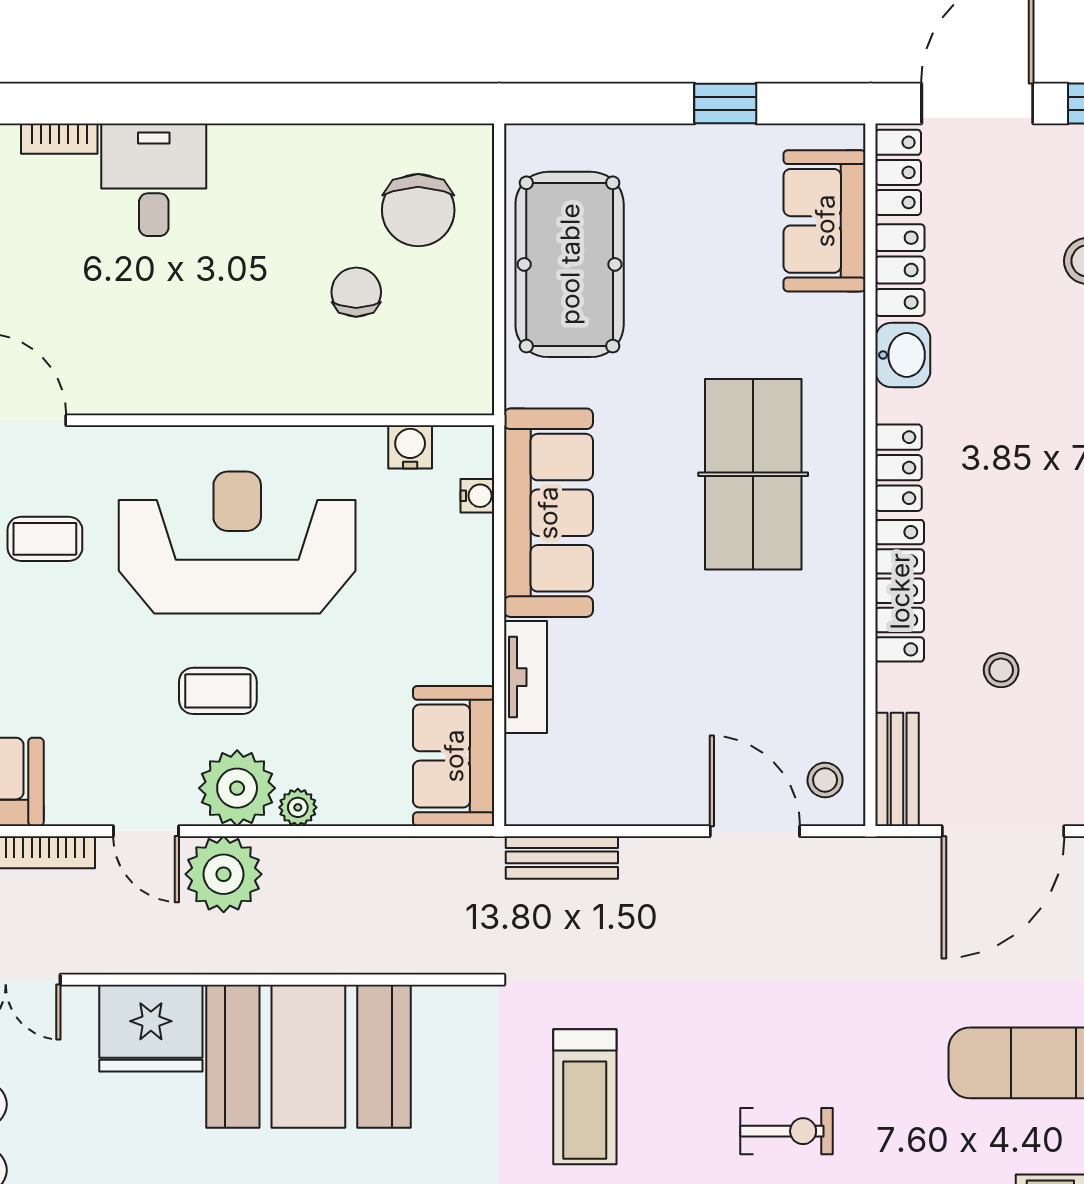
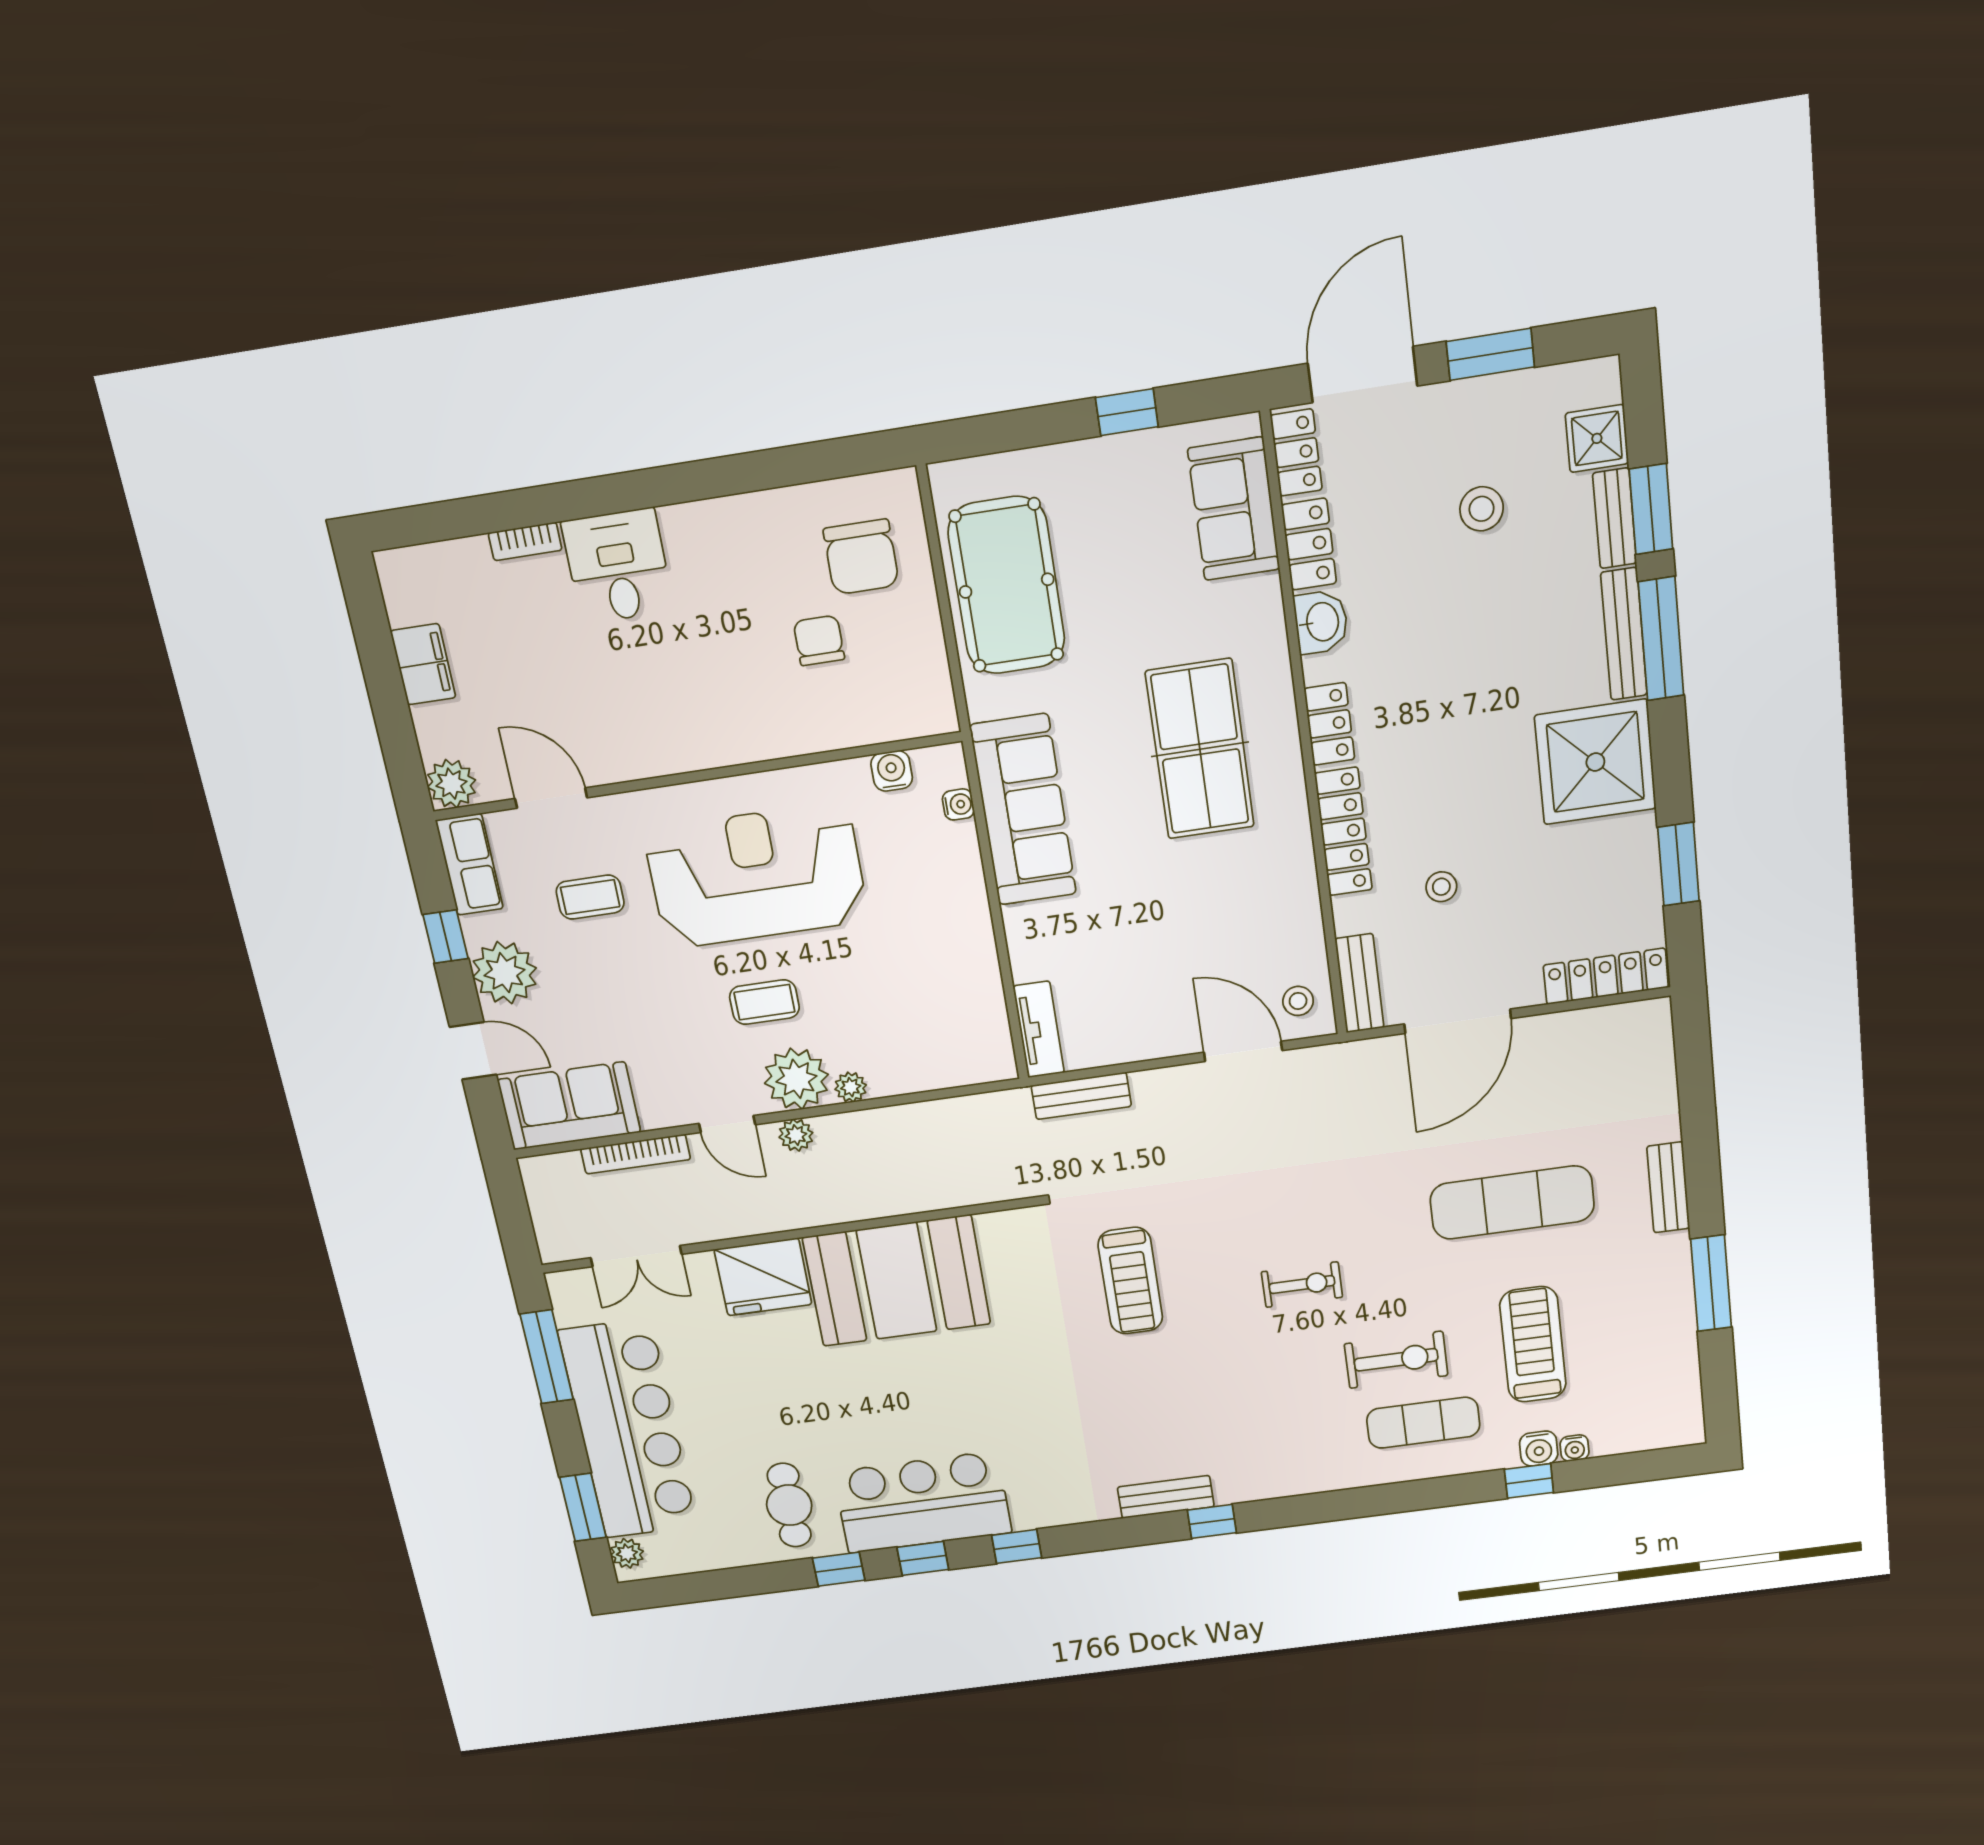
tv unit: (526, 677) -> (1039, 1029), moved
sofa: (454, 756) -> (975, 1027), removed
plant: (224, 874) -> (796, 1135), width x0.53, depth x0.53

